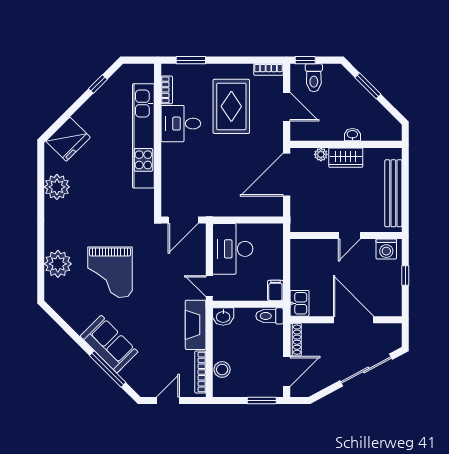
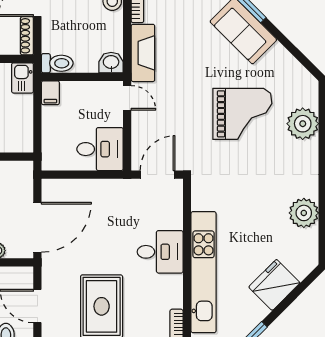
desk: (181, 124) -> (160, 252), moved
fridge: (68, 139) -> (274, 285), moved
desk: (233, 249) -> (100, 149), width x0.73
grand piano: (110, 272) -> (242, 114), turned 90

